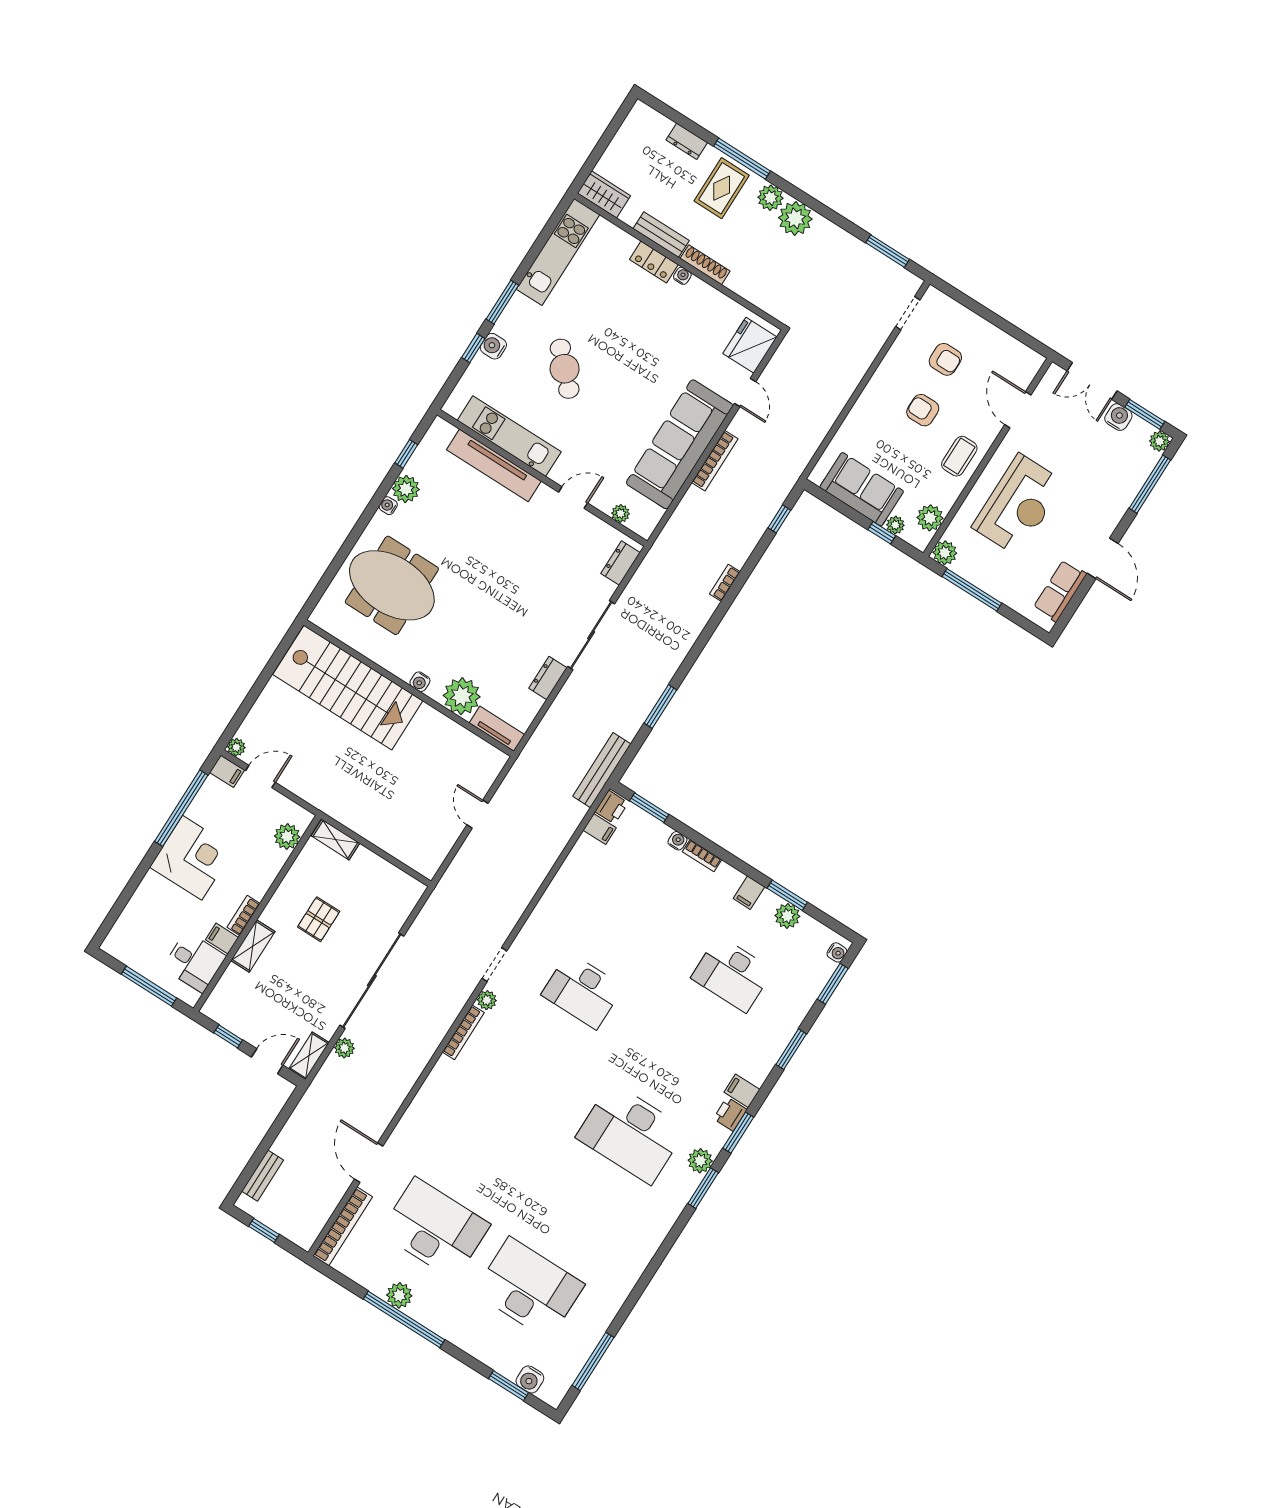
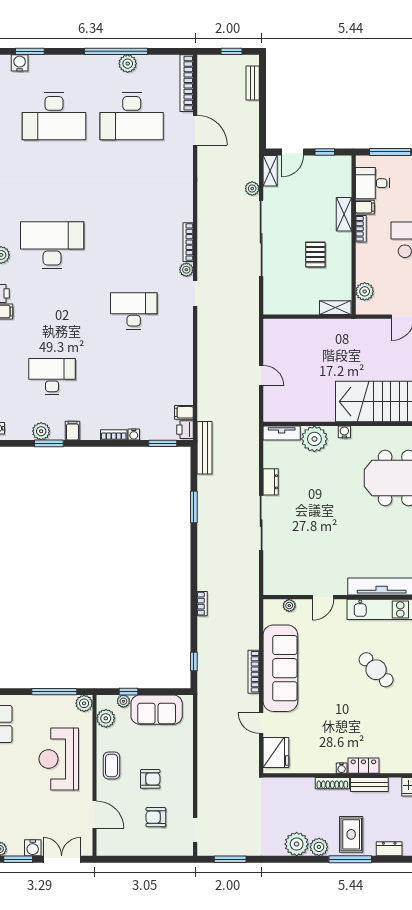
dresser: (620, 563) -> (271, 576), removed

